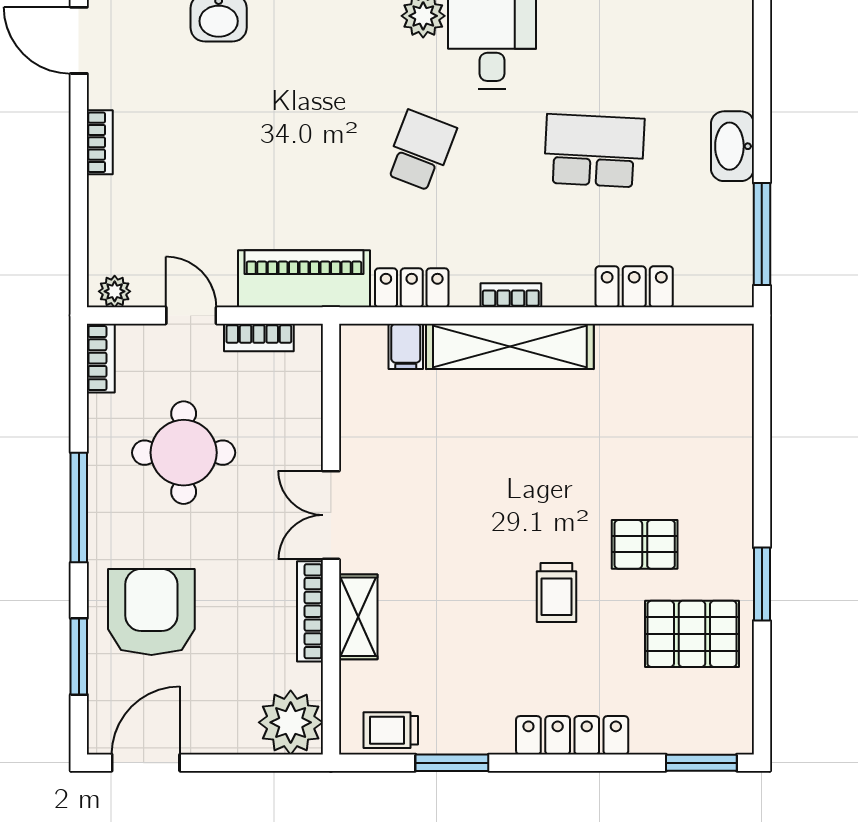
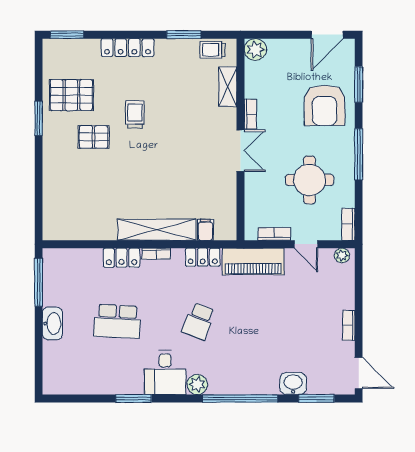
locker: (634, 287) -> (121, 258), moved
bookcase: (310, 611) -> (250, 114), width x0.64
shelving: (358, 617) -> (228, 87), moved
plant: (291, 722) -> (255, 50), width x0.73, depth x0.73
trolley: (391, 730) -> (213, 50), turned 180

